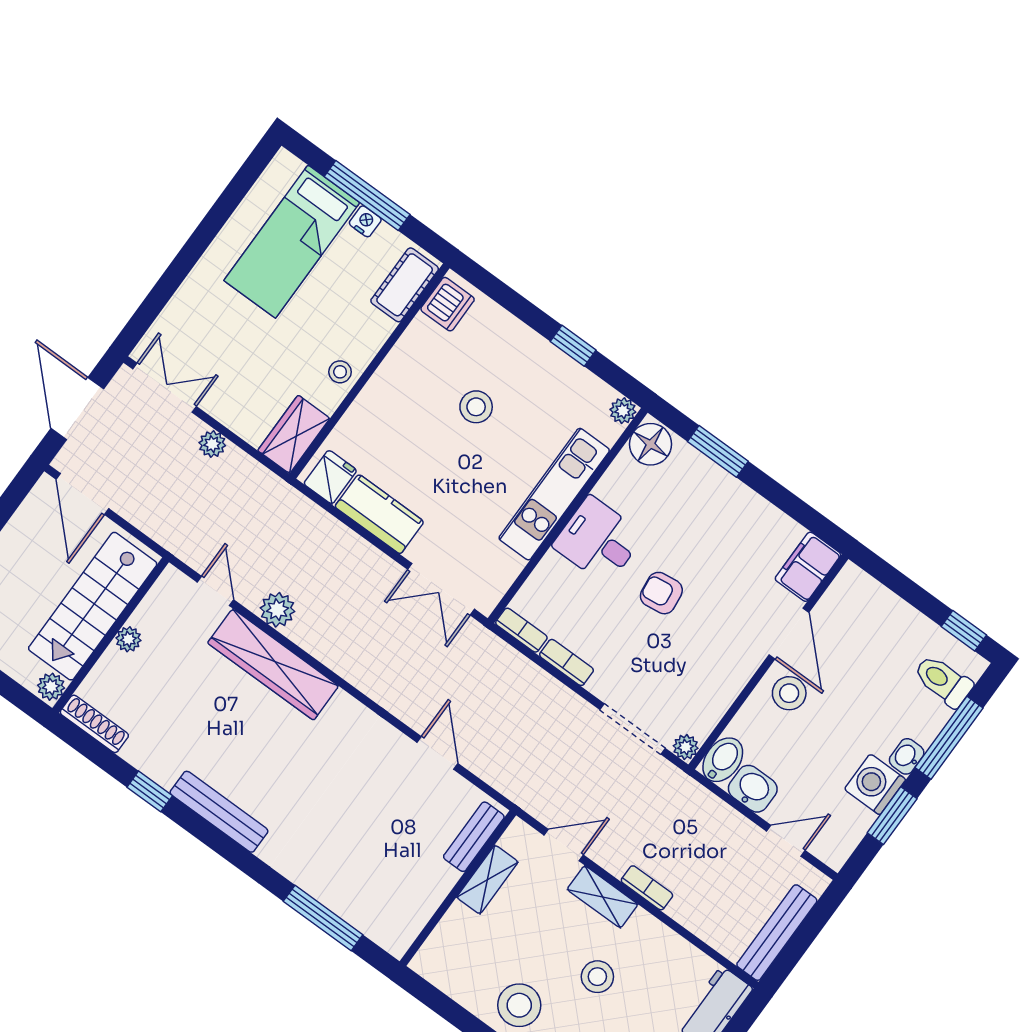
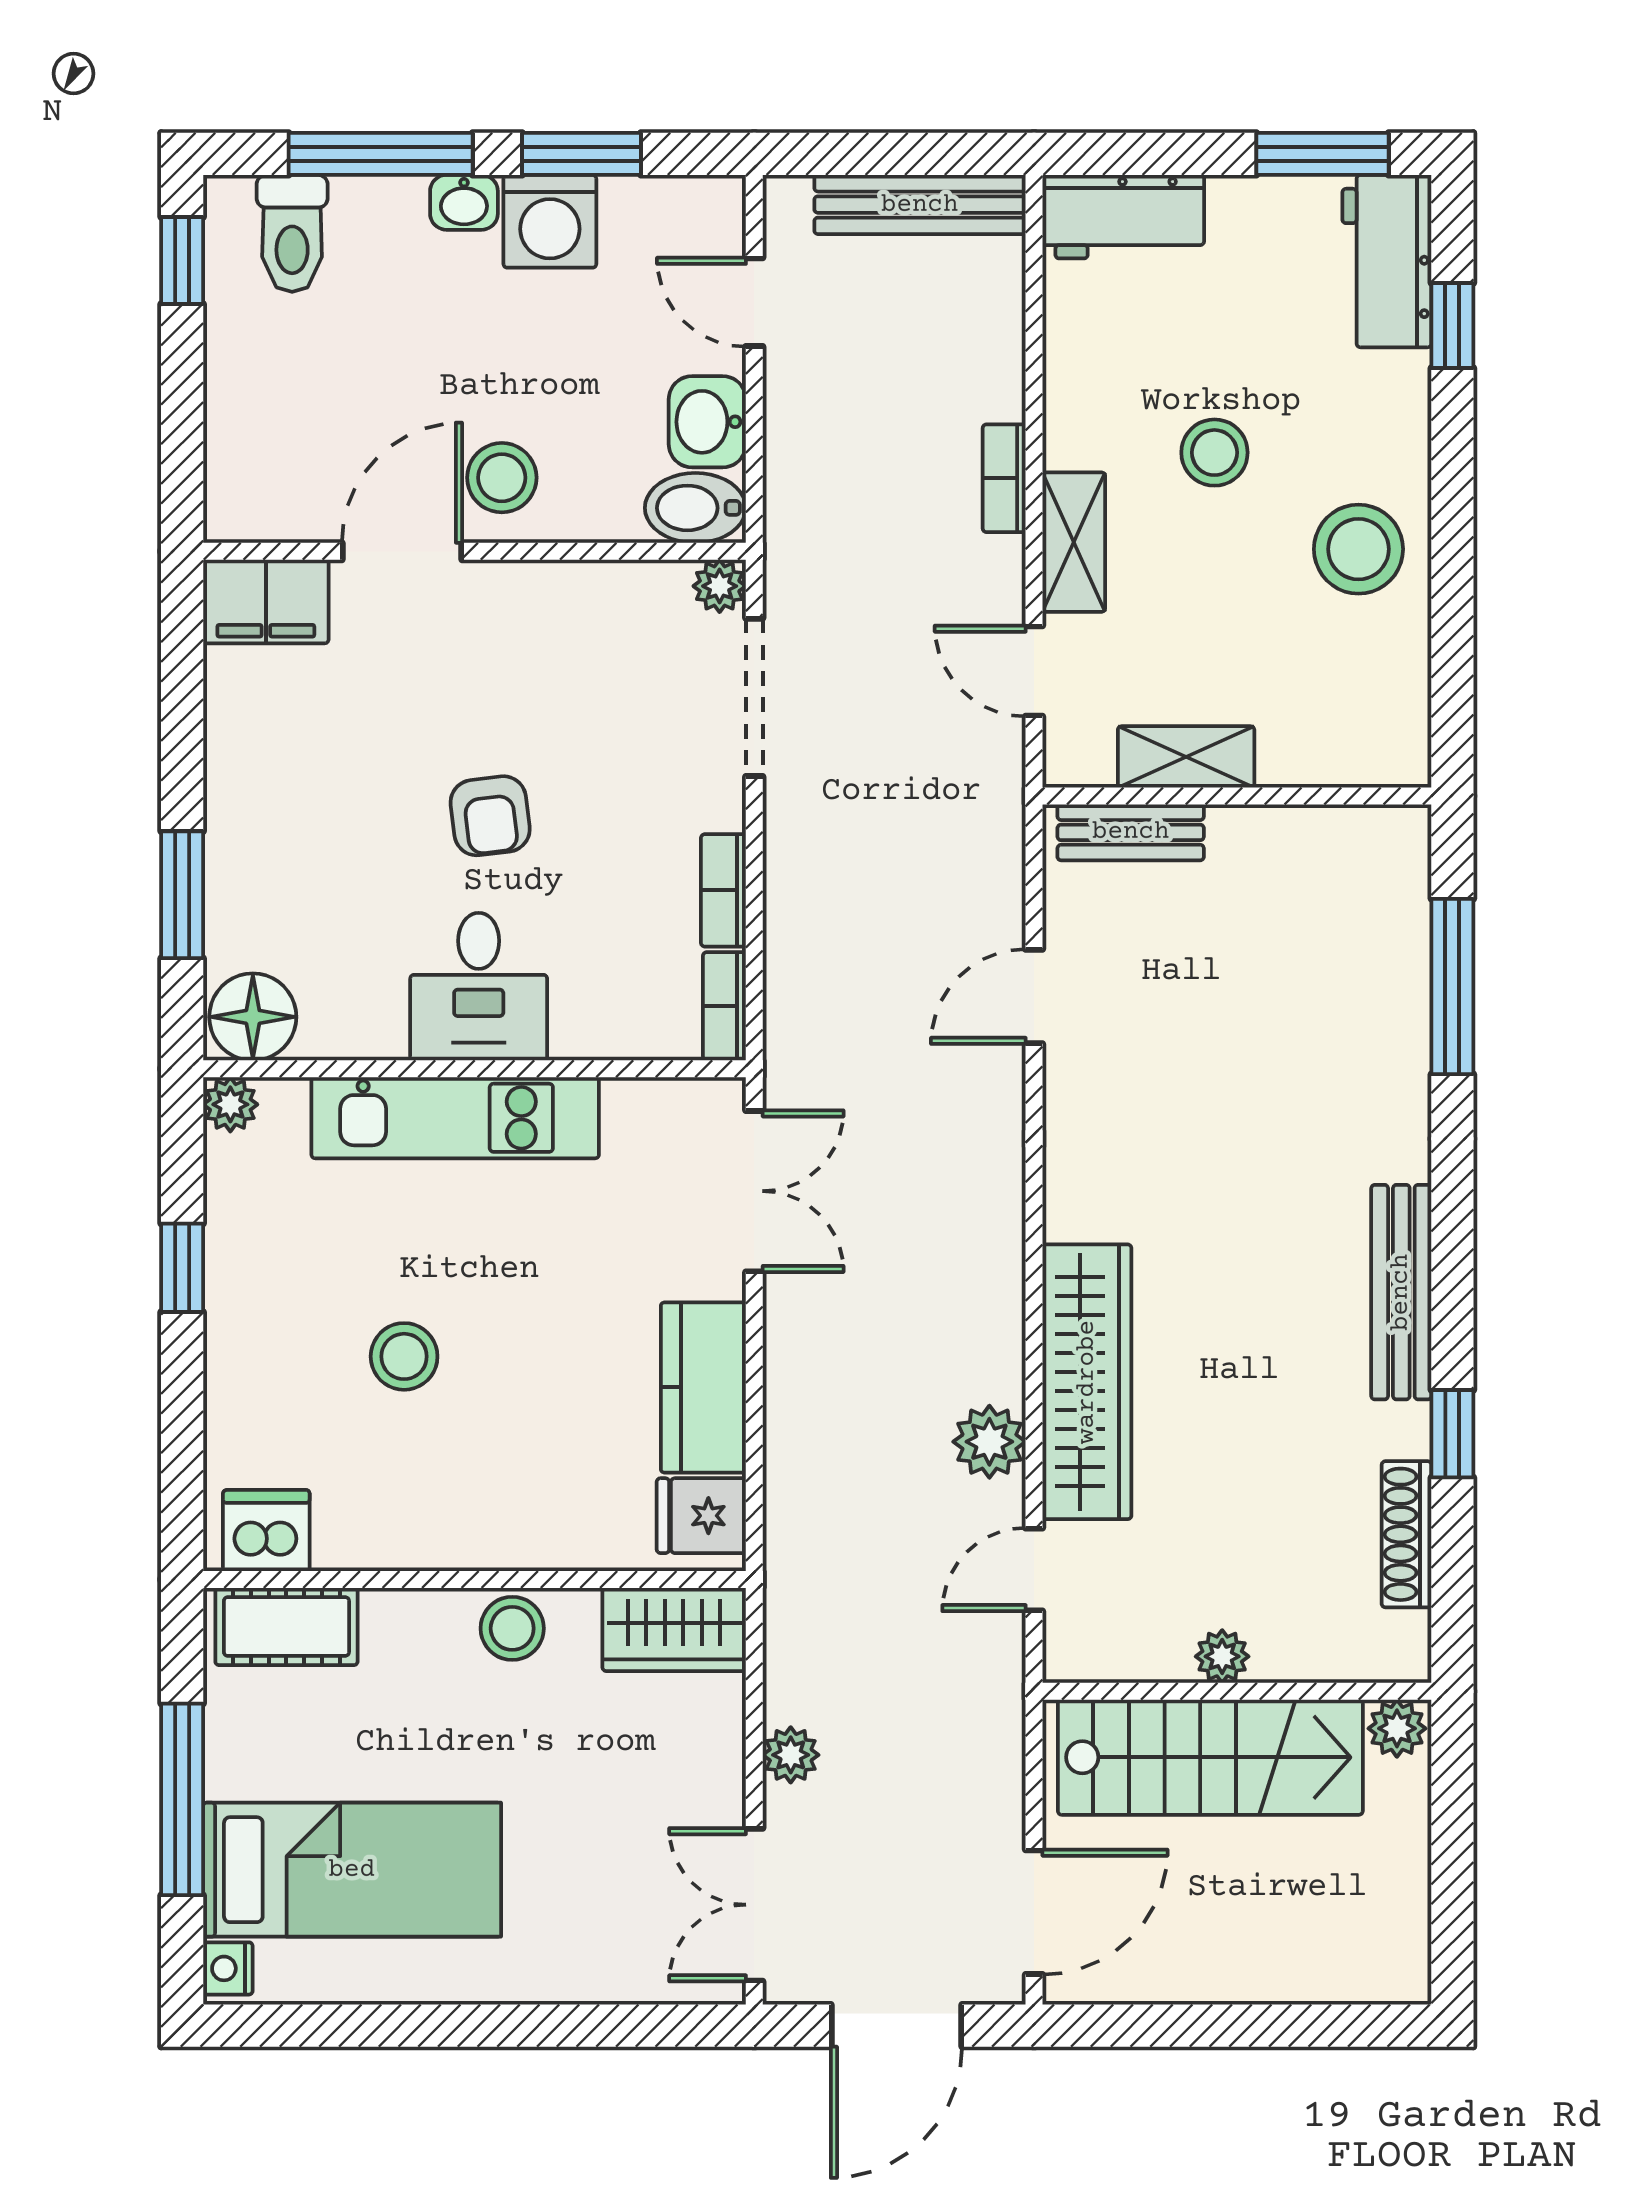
nightstand: (365, 221) -> (228, 1968), moved
stool: (340, 372) -> (512, 1628), width x1.37, depth x1.37
shoe rack: (94, 724) -> (1407, 1534), moved

